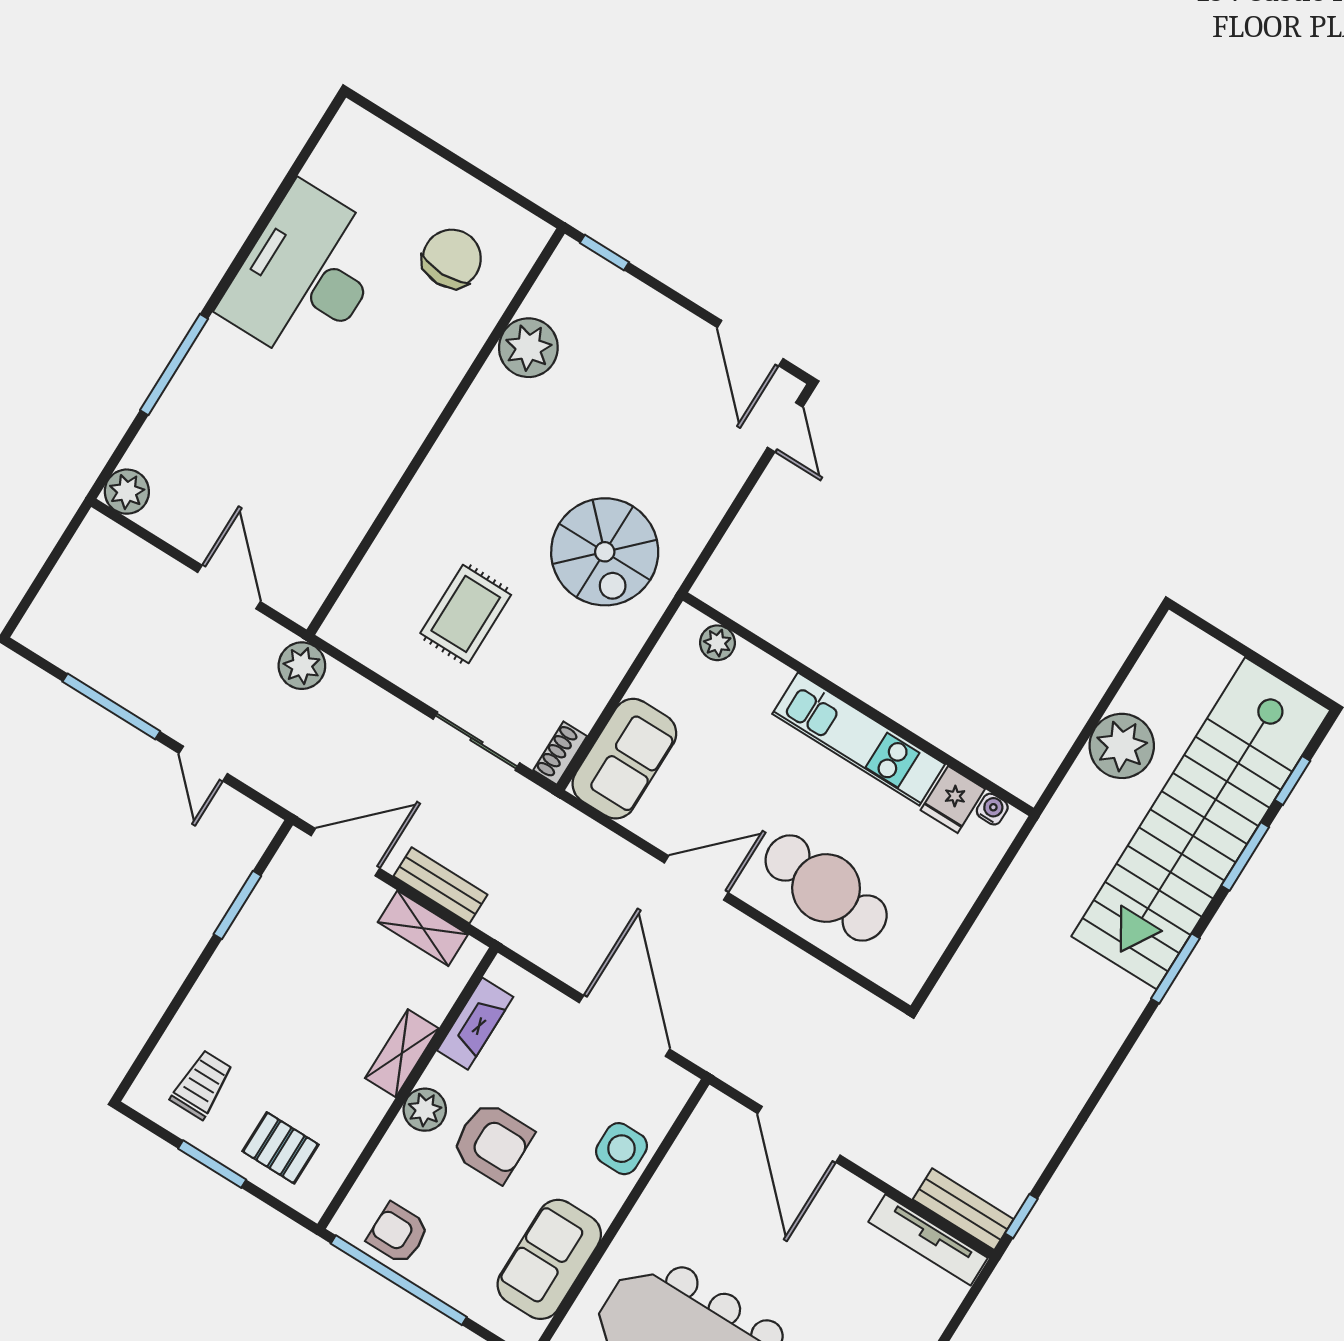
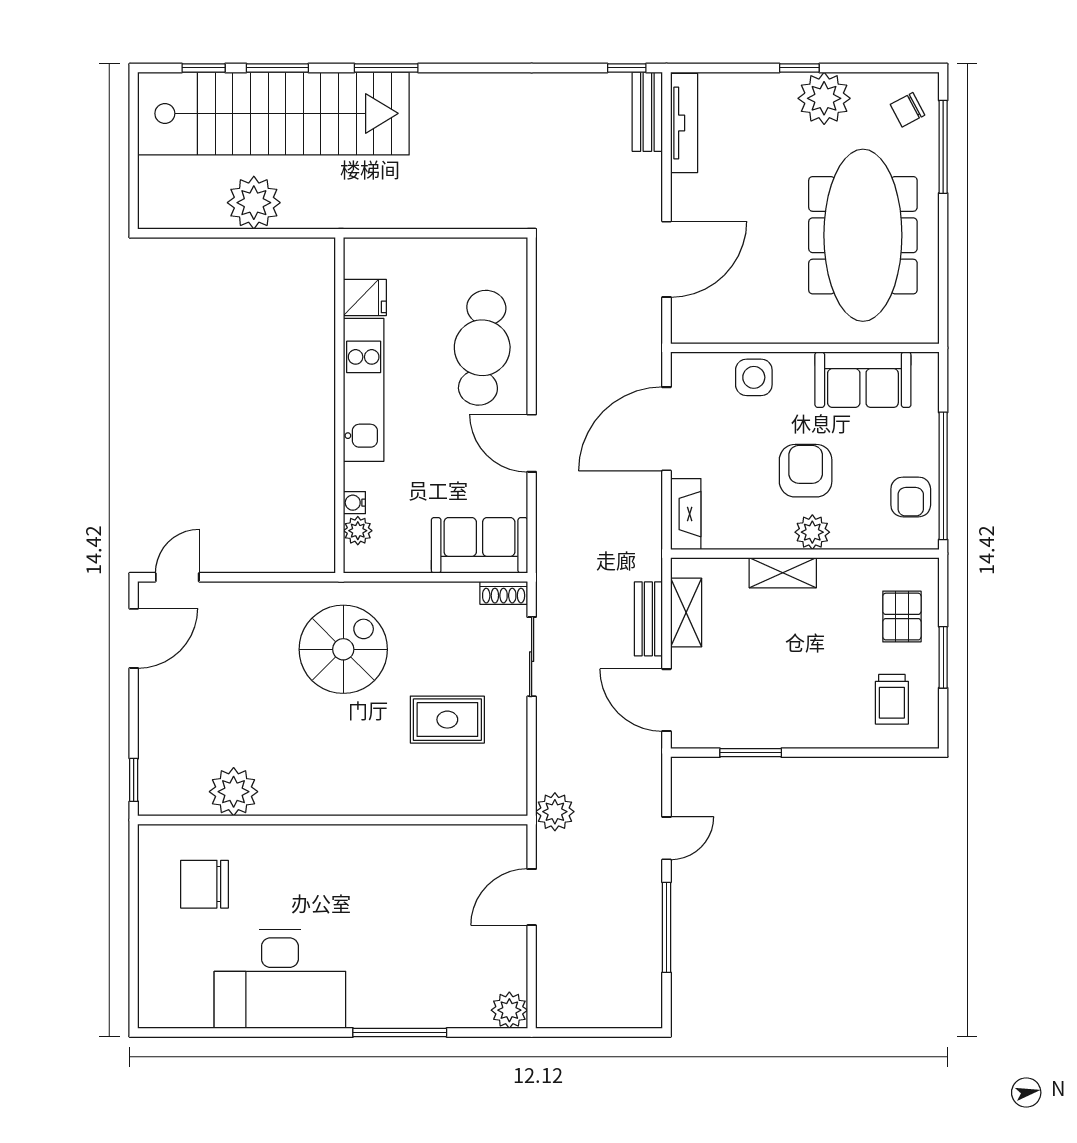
water cooler: (992, 809) -> (354, 503), moved
fireplace: (475, 1024) -> (686, 514), moved, turned 90
trolley: (202, 1085) -> (892, 699), turned -90

